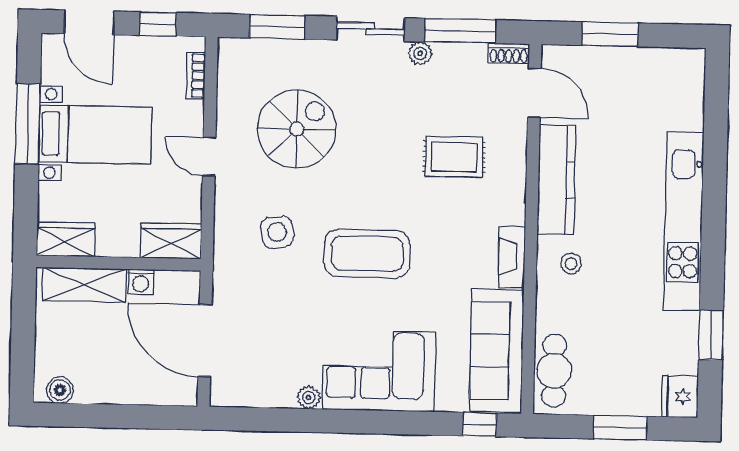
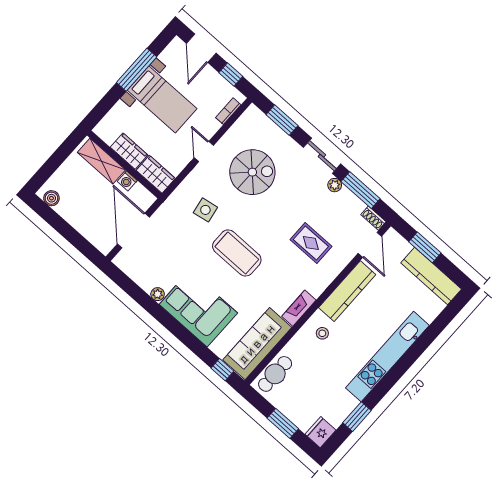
kitchen counter: (651, 65) -> (431, 276), added
wardrobe: (66, 239) -> (129, 151), moved

